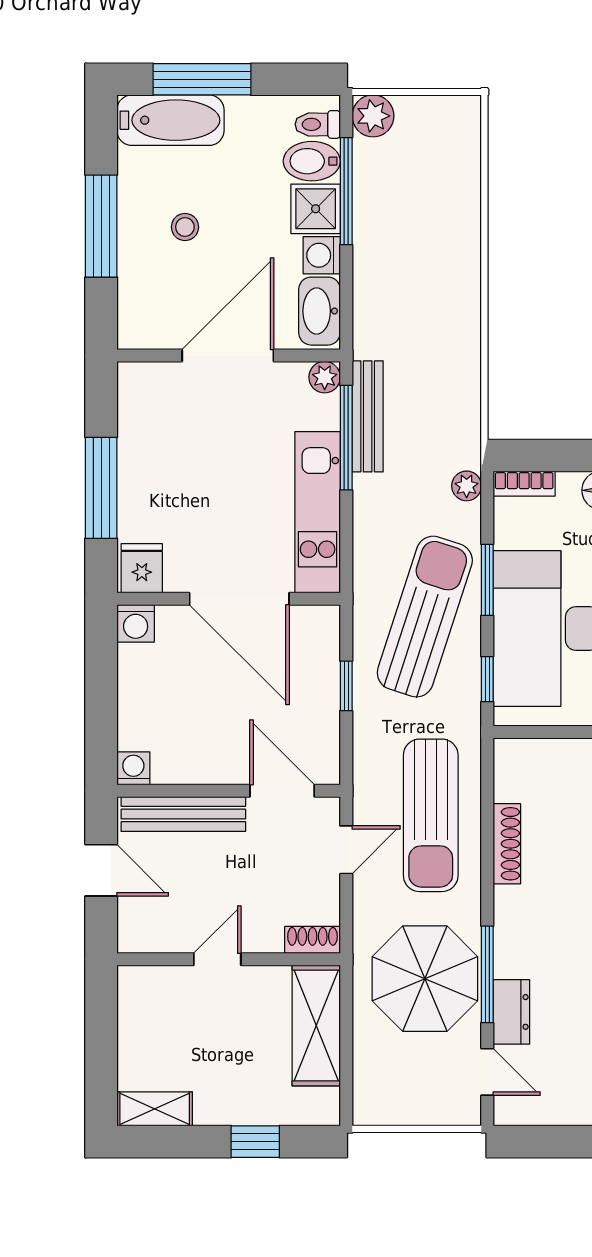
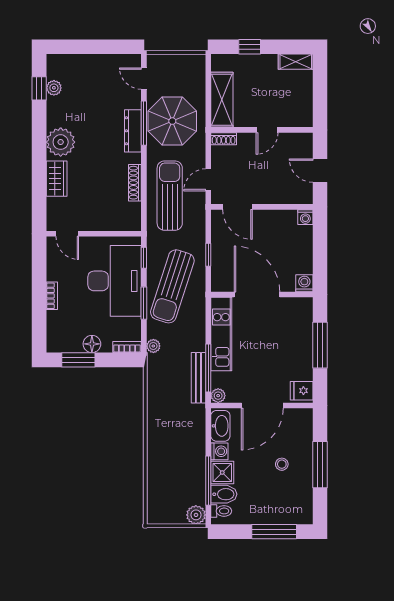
bathtub: (170, 120) -> (288, 513), removed
fridge: (142, 568) -> (302, 391), moved, turned 90
bench: (183, 814) -> (283, 196), removed
dresser: (511, 1012) -> (133, 131), moved, width x1.44

